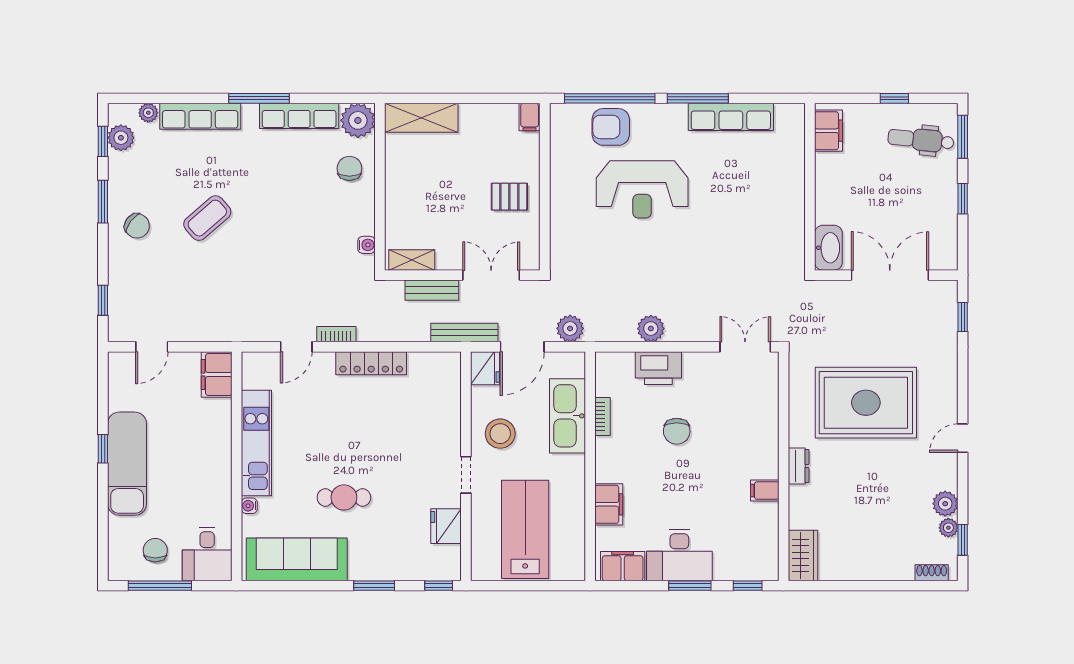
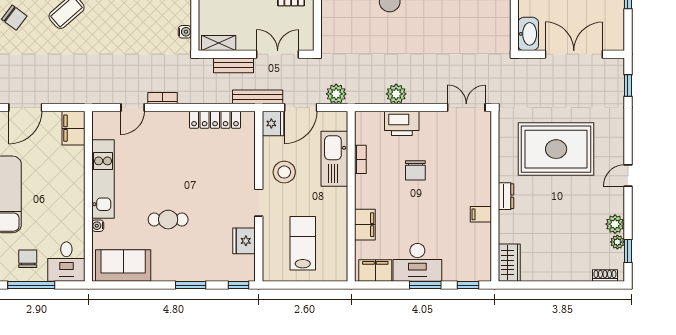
door: (152, 347) -> (25, 108), width x1.38
locker: (371, 363) -> (215, 120), moved
lab bench: (525, 529) -> (303, 243), width x0.73, depth x0.72
sofa: (297, 559) -> (123, 266), width x0.73

